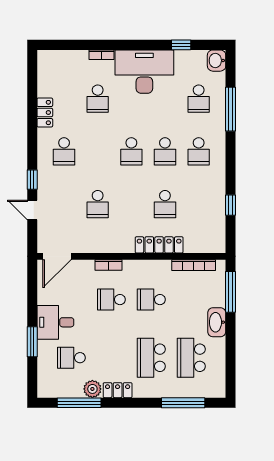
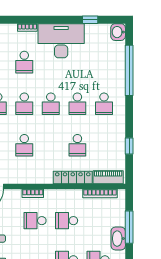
school desk: (199, 99) -> (24, 104), moved
window: (231, 109) -> (129, 70), width x1.46
piano: (204, 245) -> (108, 177), added
window: (231, 292) -> (129, 227), moved

